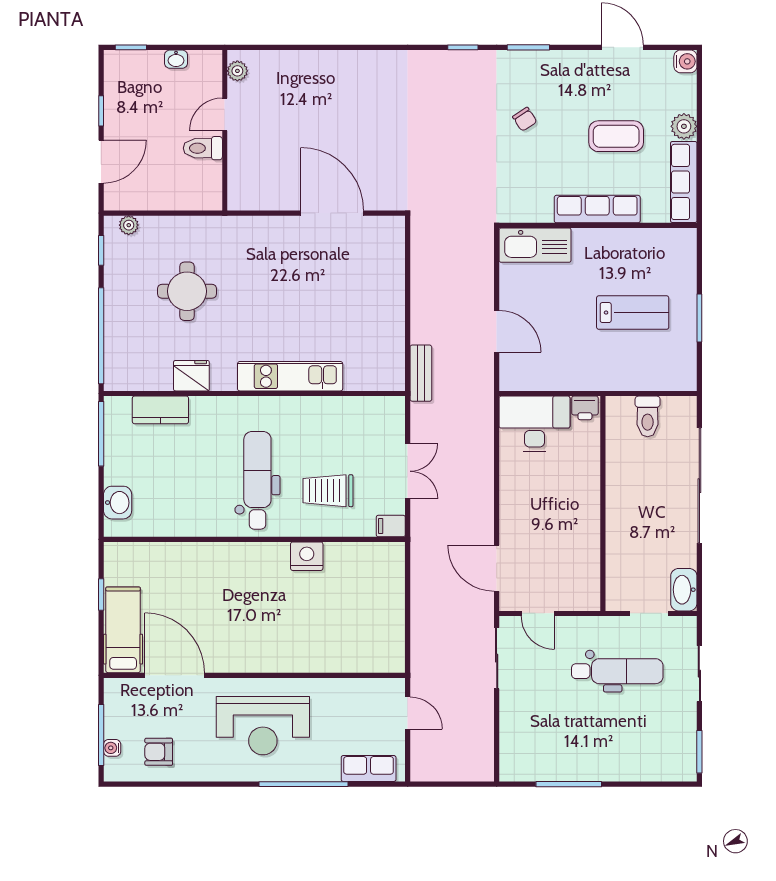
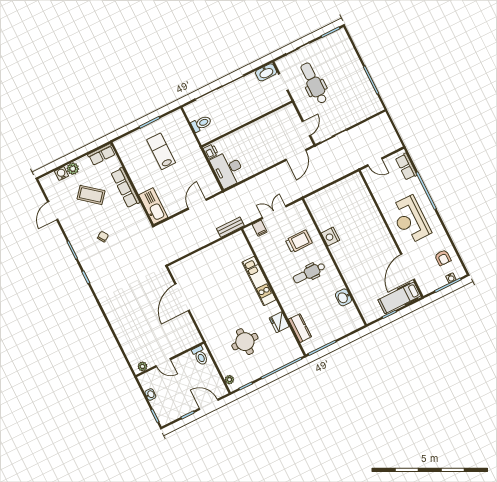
water cooler: (685, 61) -> (61, 174), moved
coffee table: (616, 136) -> (91, 195), turned -51
toilet: (203, 148) -> (200, 356), moved
row of seats: (684, 182) -> (102, 154), width x0.68
dental chair: (257, 480) -> (309, 273), width x0.73, depth x0.72
trolley: (328, 491) -> (299, 241), turned -90
washbasin: (118, 503) -> (343, 297), moved, turned -90
filing cabinet: (391, 526) -> (260, 228), moved
door: (408, 713) -> (375, 162), swing flipped
reception desk: (263, 726) -> (410, 220), turned 180

